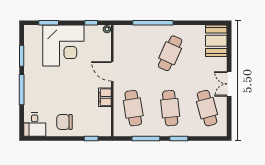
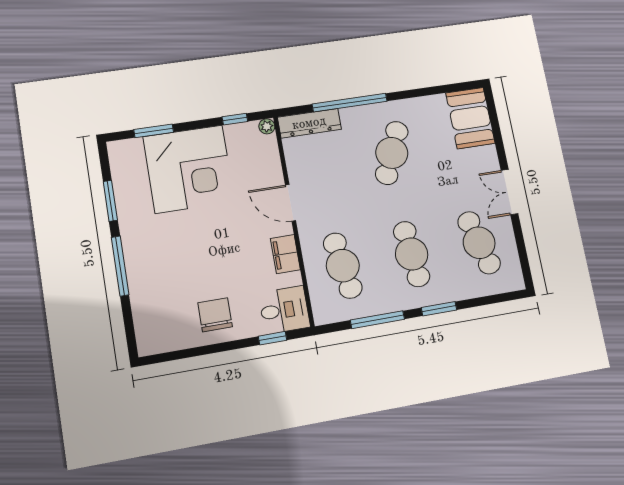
dresser: (130, 31) -> (309, 123), added
chair: (65, 122) -> (215, 315), turned 90
desk: (35, 125) -> (284, 310), moved, turned -90

